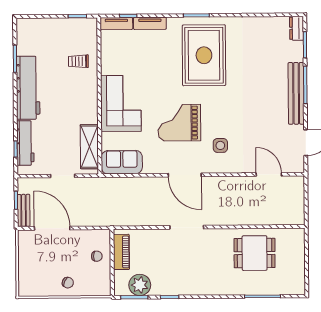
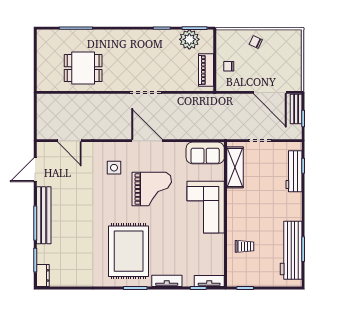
tv unit: (150, 23) -> (167, 281), moved
workbench: (28, 88) -> (291, 250), moved

